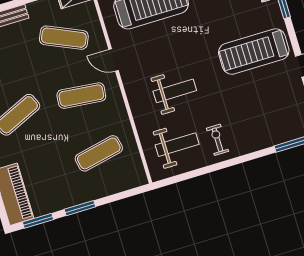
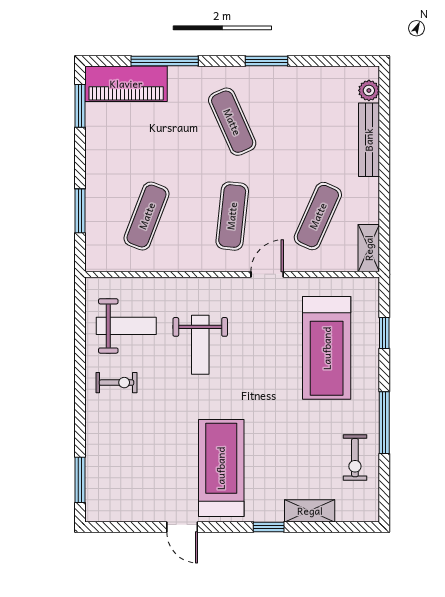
weight bench: (177, 145) -> (126, 326), turned -90
exercise mat: (99, 153) -> (147, 216), turned 33
window: (80, 208) -> (80, 211), moved

